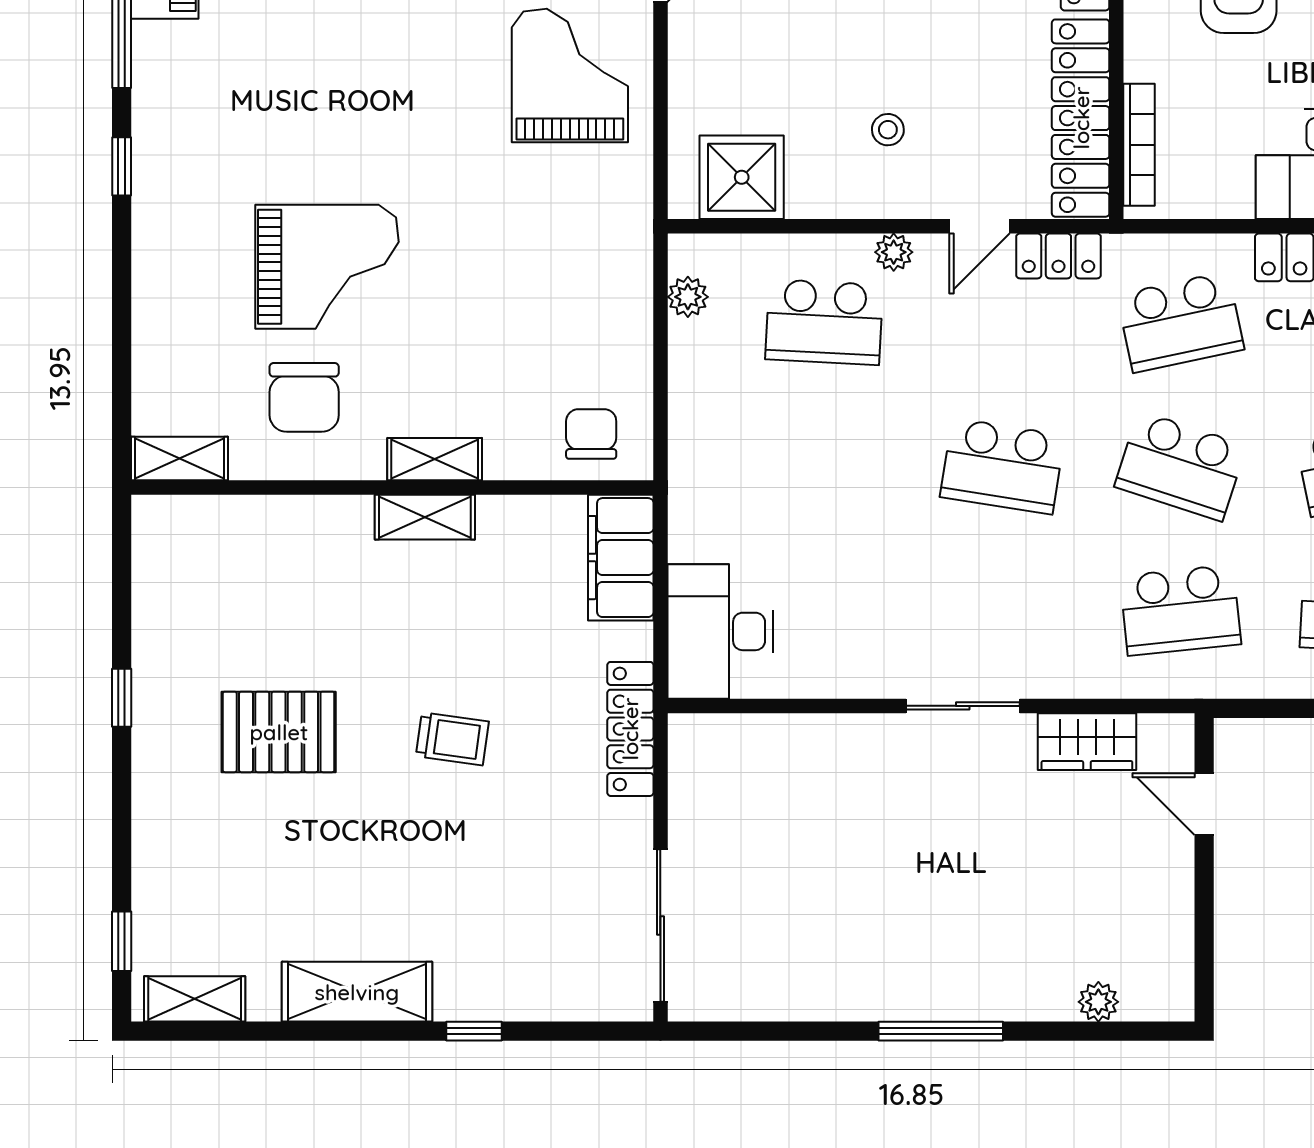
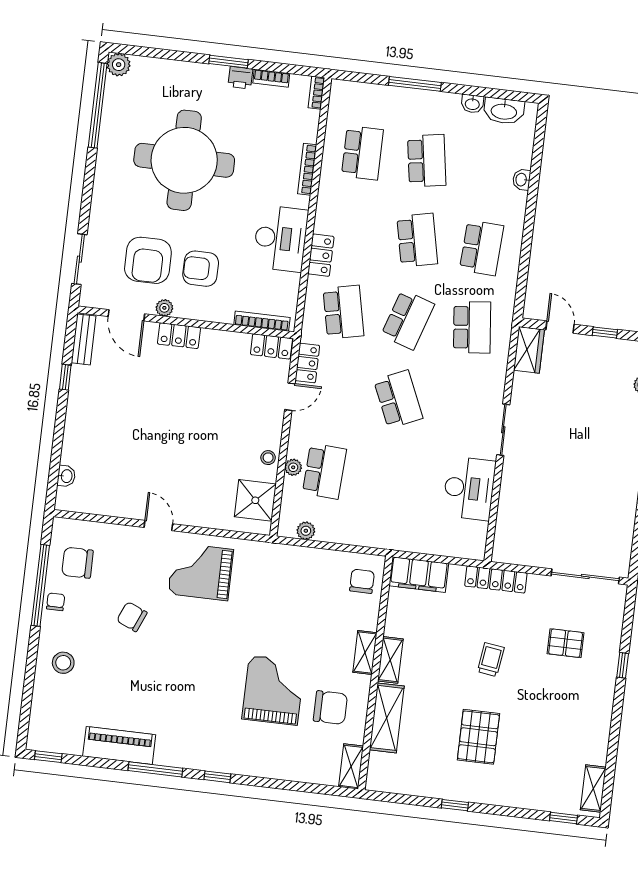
locker: (1081, 118) -> (271, 346), width x0.46, depth x0.83
stool: (888, 130) -> (268, 458), moved
door: (980, 226) -> (290, 397), hinge flipped
plant: (894, 252) -> (293, 467), moved
chair: (591, 434) -> (362, 581), turned 90
school desk: (1002, 466) -> (398, 399), turned -33
desk: (720, 631) -> (469, 488), moved, turned -90
wardrobe: (1087, 742) -> (529, 350), moved
door: (1204, 804) -> (560, 327), swing flipped
pallet: (508, 899) -> (566, 643), added
window: (1204, 905) -> (605, 332), added
shelving: (357, 992) -> (387, 718), moved

